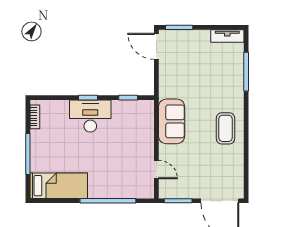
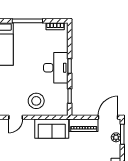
plant: (183, 36) -> (116, 137), added
piano: (167, 79) -> (84, 125), added
stool: (135, 142) -> (36, 101), added

